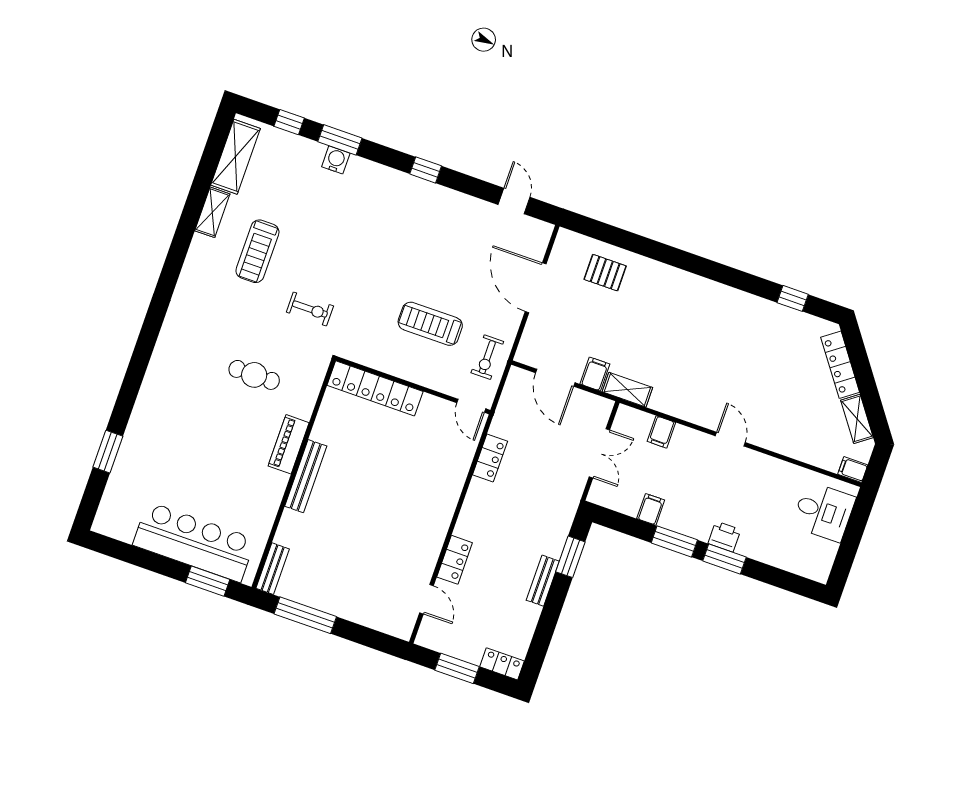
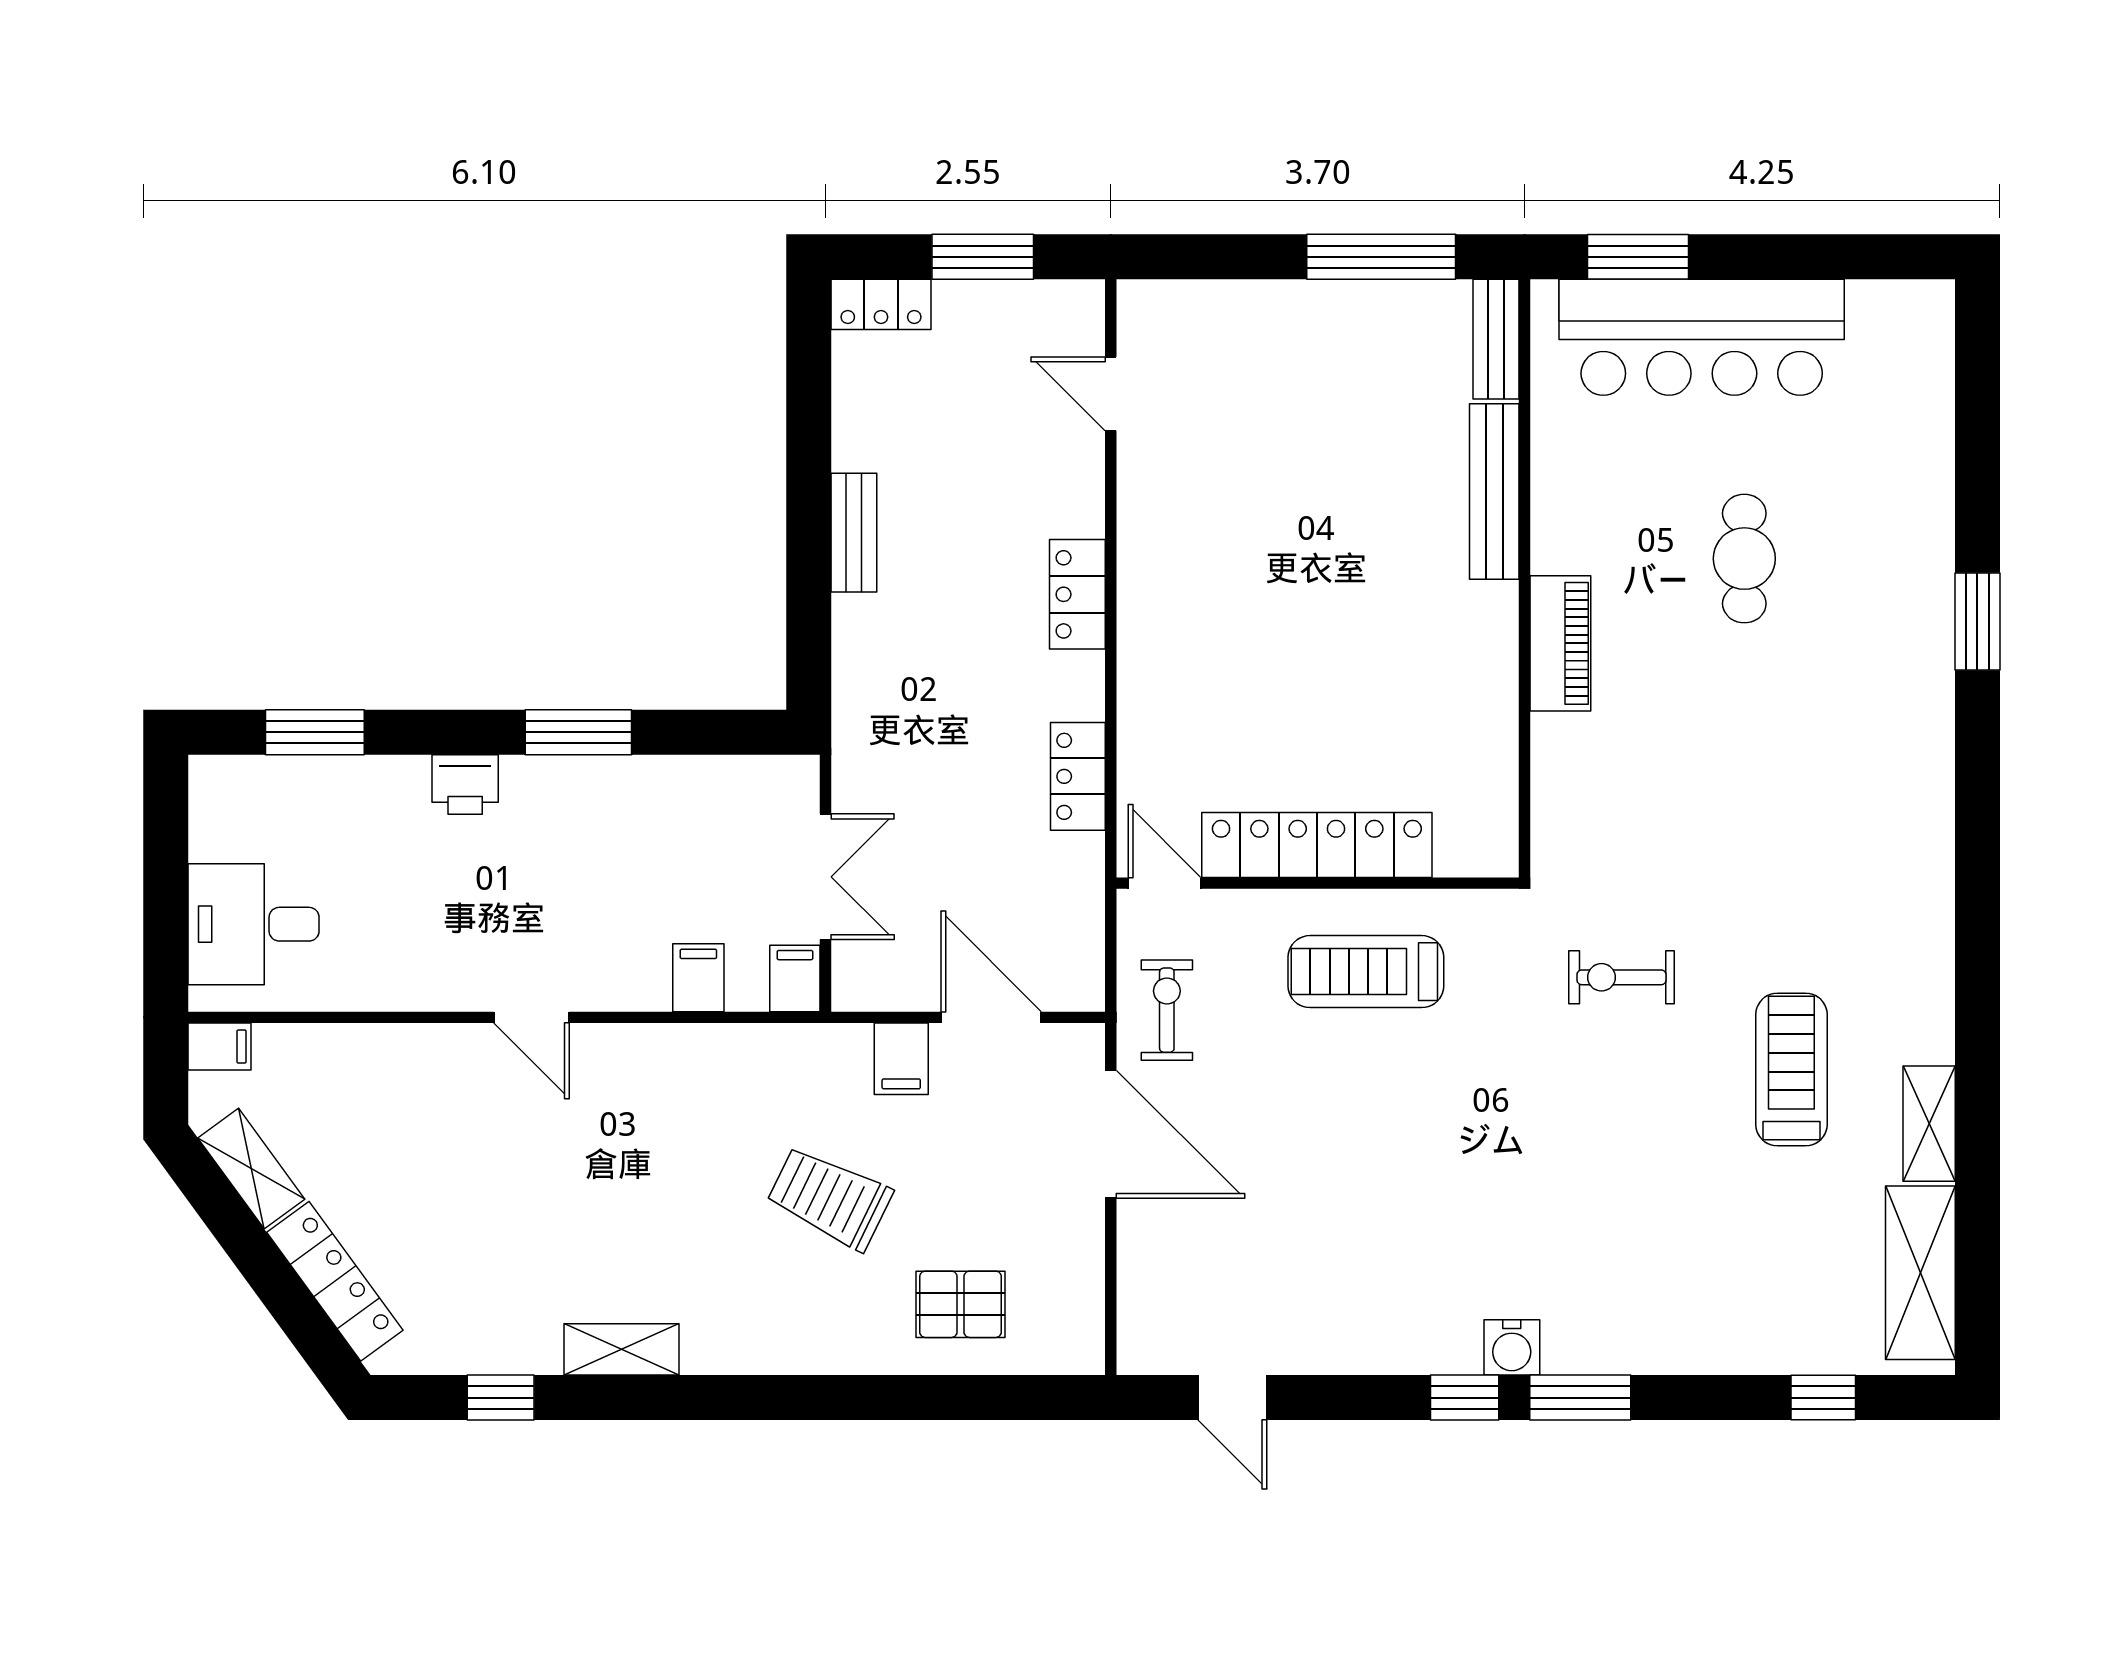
window: (340, 140) -> (1580, 1398), moved
water cooler: (336, 160) -> (1512, 1347), moved
door: (536, 288) -> (1111, 1134), moved
treadmill: (430, 324) -> (1366, 972), moved, turned 180
trolley: (641, 331) -> (830, 1198), added
cafe table: (254, 375) -> (1744, 559), moved, turned 90
locker: (375, 388) -> (1317, 845), moved
shelving: (627, 390) -> (621, 1349), moved
window: (108, 452) -> (1977, 621), moved
double door: (599, 453) -> (826, 877), swing flipped
bench: (306, 476) -> (1494, 492), moved
filing cabinet: (651, 509) -> (795, 978), moved, turned 180
window: (570, 557) -> (809, 611), removed
window: (724, 559) -> (315, 732), moved
locker: (455, 560) -> (1077, 594), moved

